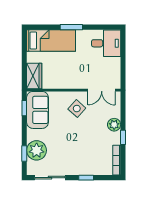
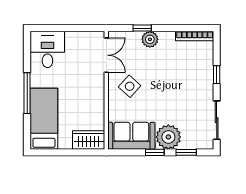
window: (71, 27) -> (27, 93), width x1.44
window: (24, 108) -> (155, 152), moved
window: (123, 137) -> (142, 28), moved
plant: (37, 150) -> (168, 137), moved

